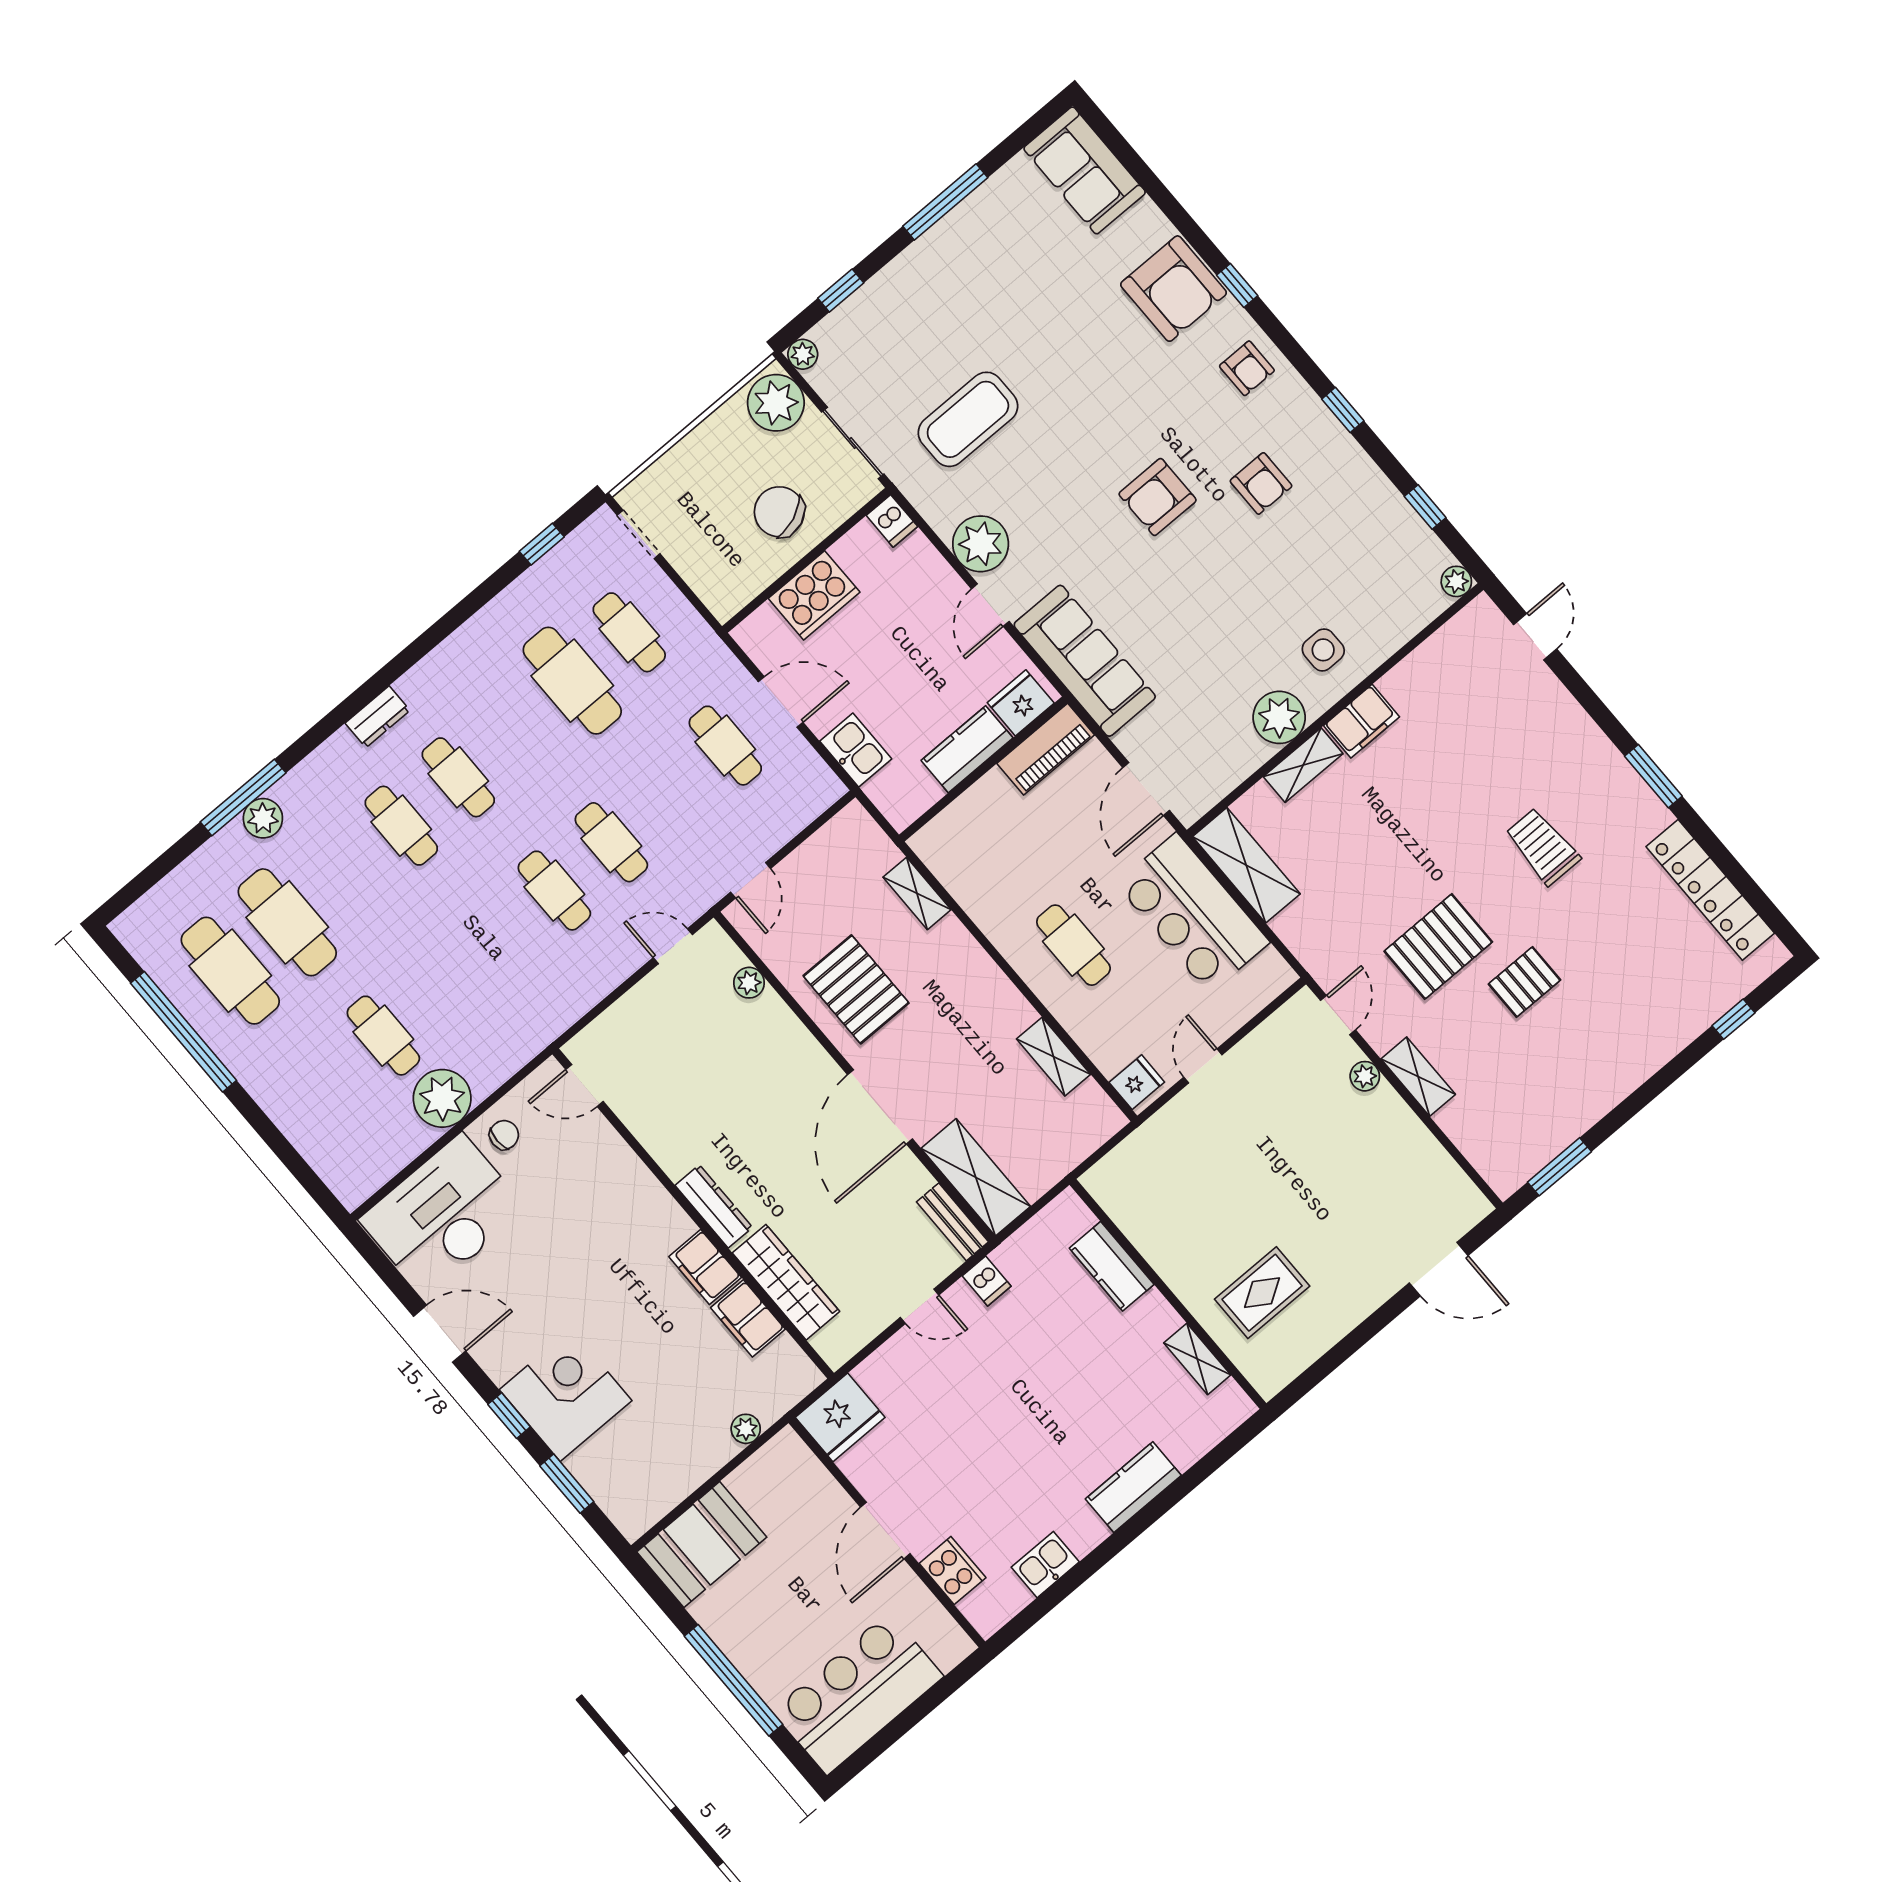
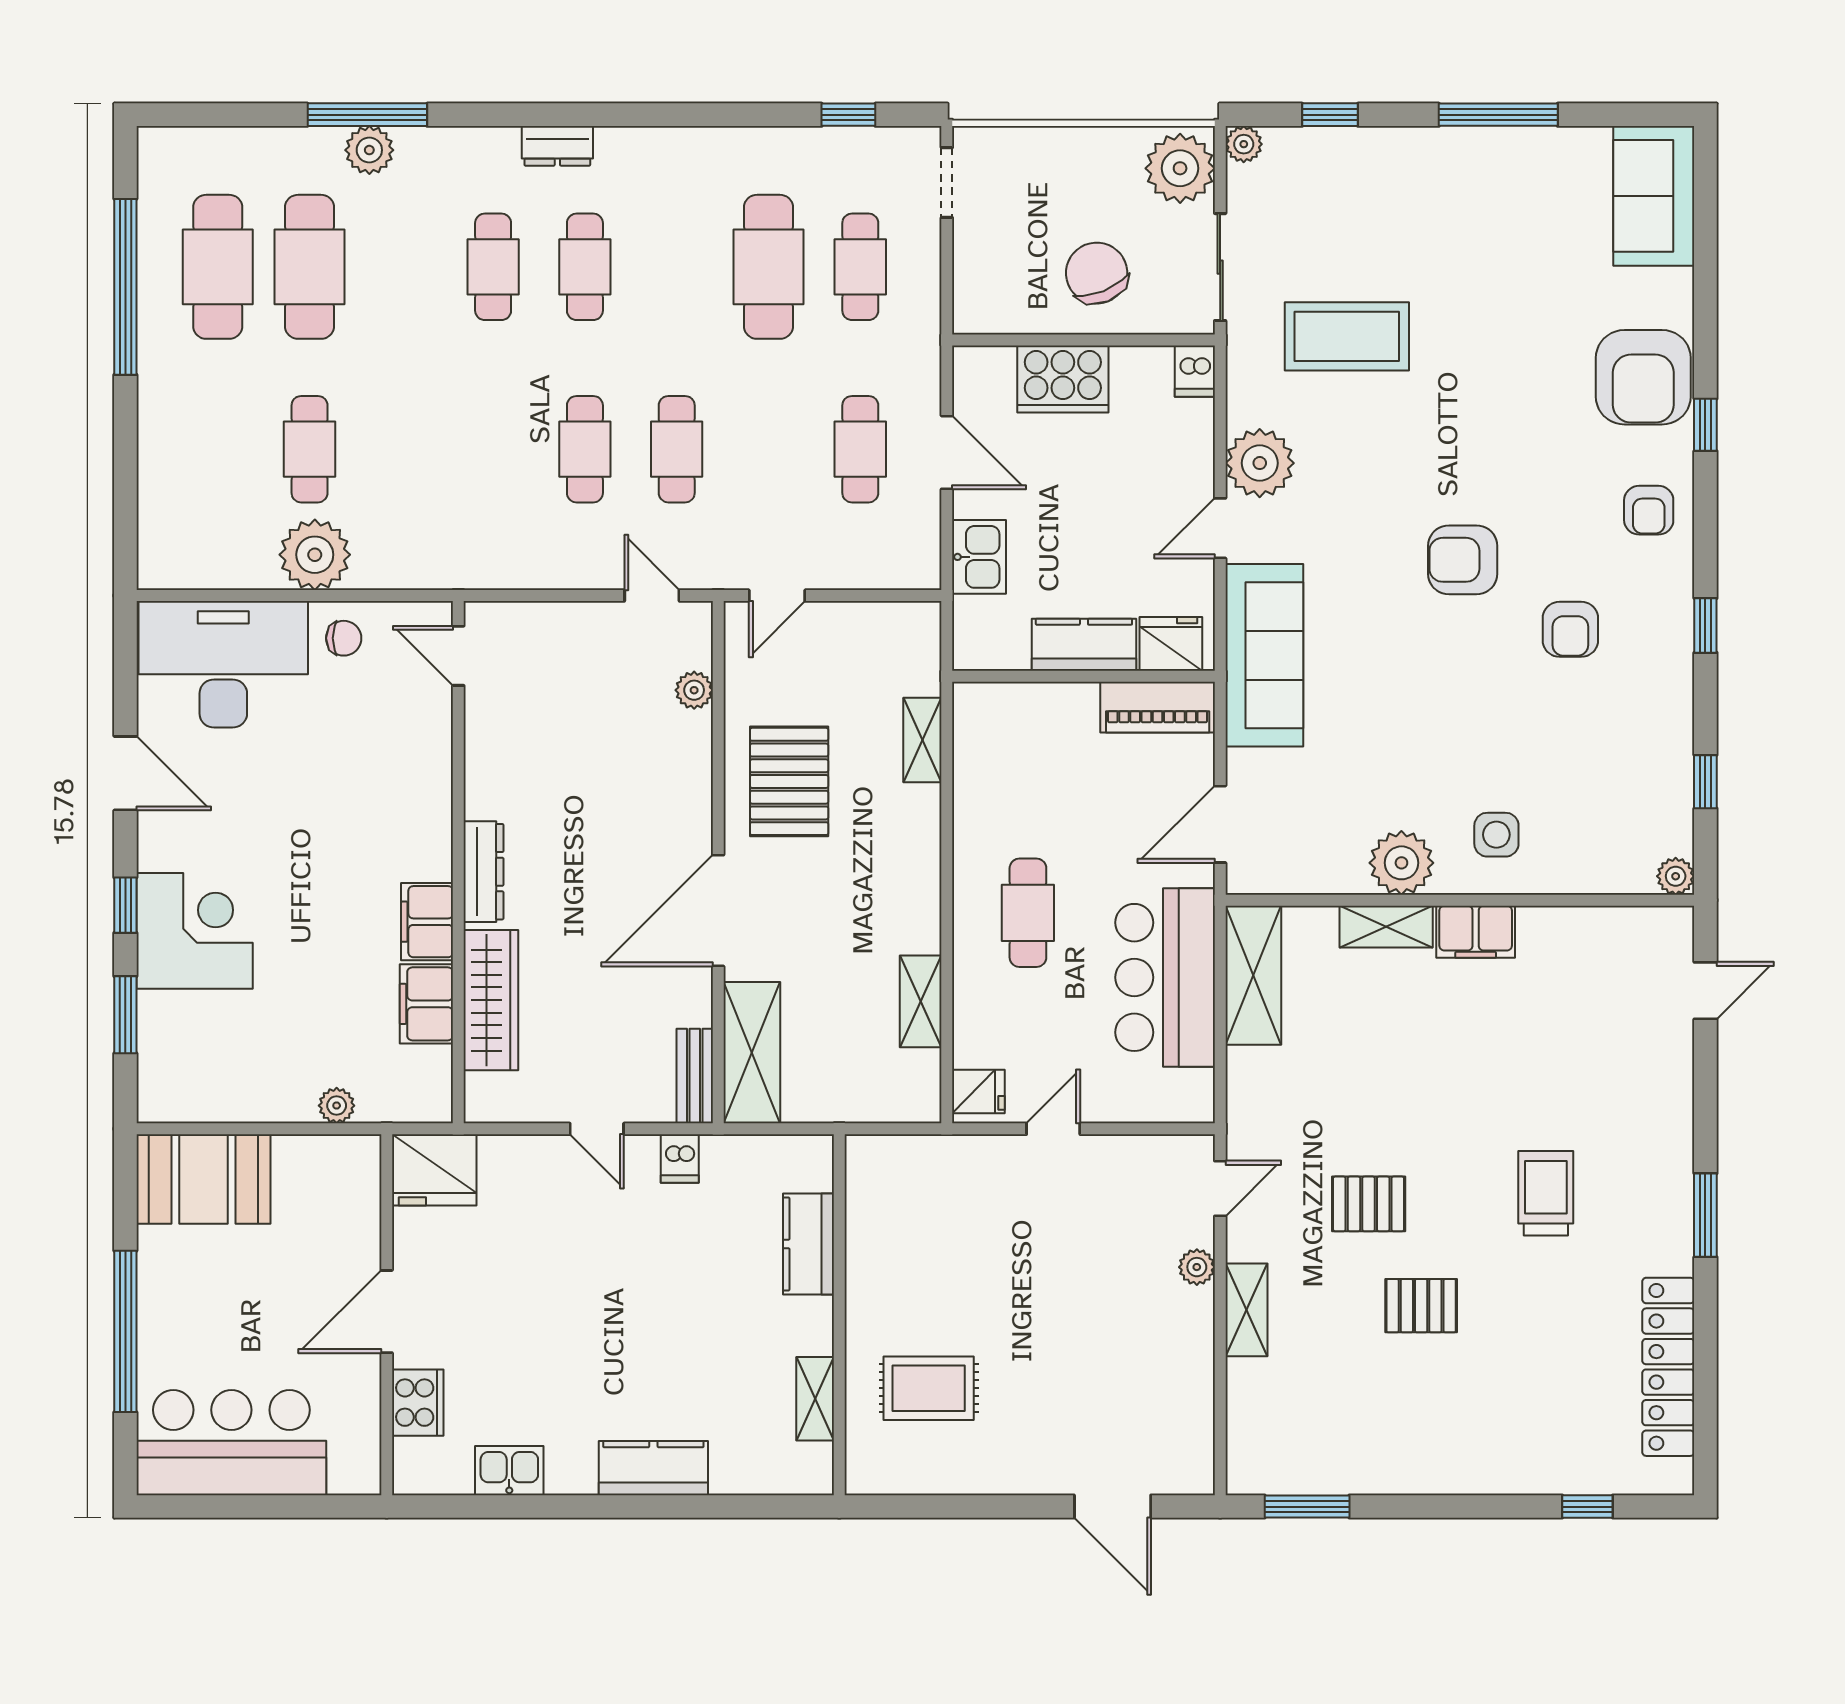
pallet: (1438, 947) -> (1369, 1204), width x0.67, depth x0.71

